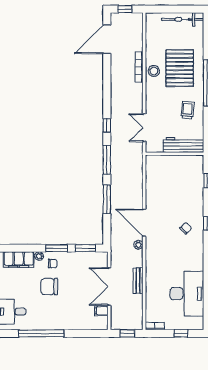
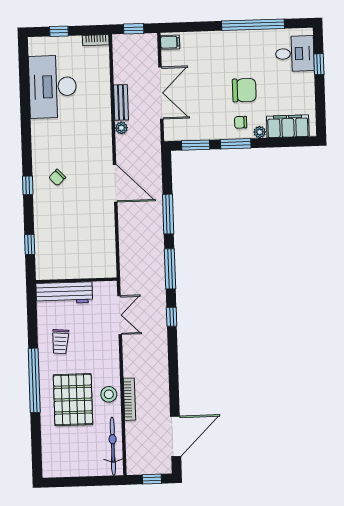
bicycle: (183, 19) -> (113, 446), moved, turned -90
plant: (138, 245) -> (121, 128), moved
filing cabinet: (101, 311) -> (170, 42), moved

